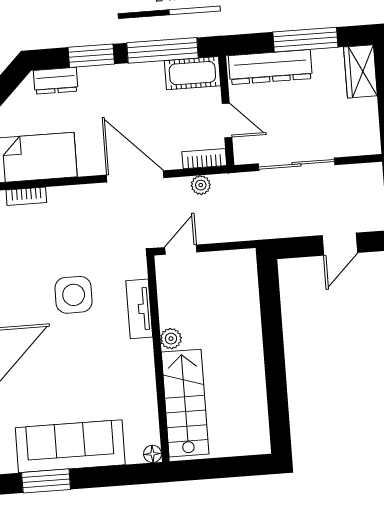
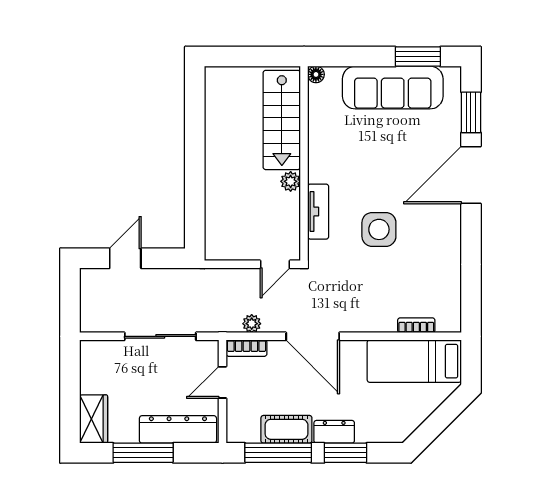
cot: (192, 73) -> (286, 429), moved
dresser: (56, 81) -> (334, 432), moved
door: (227, 120) -> (222, 382), hinge flipped

